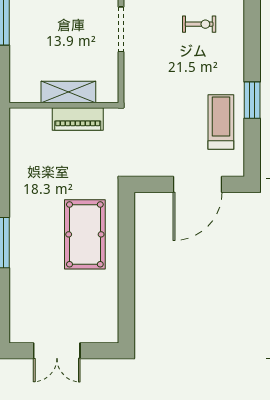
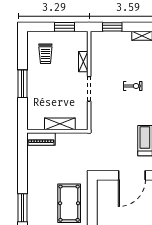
piano: (78, 119) -> (41, 139), moved

